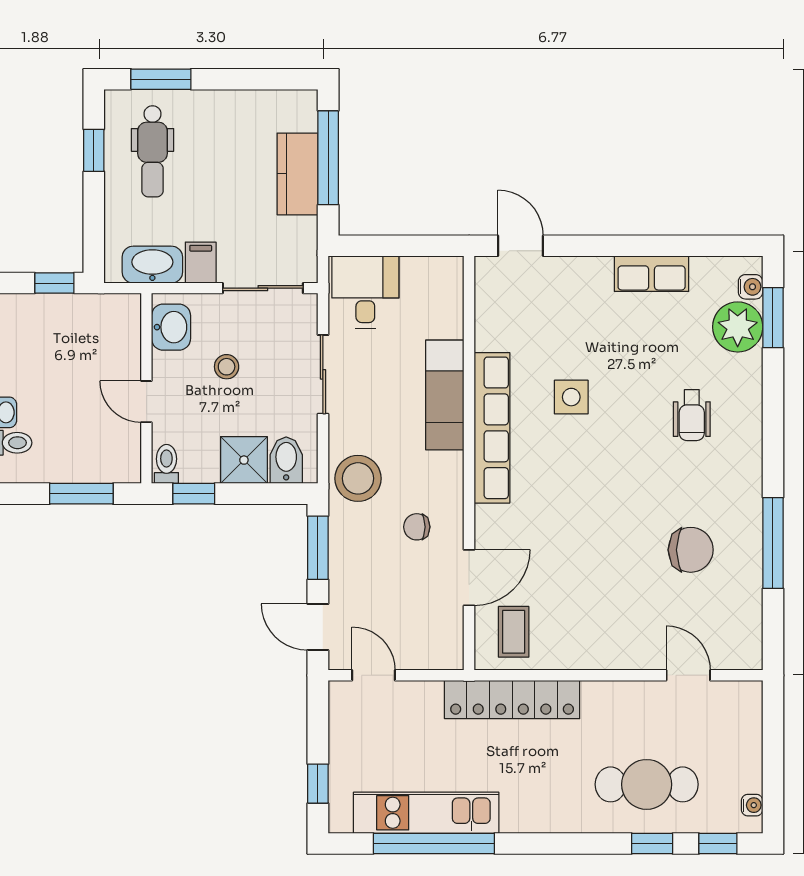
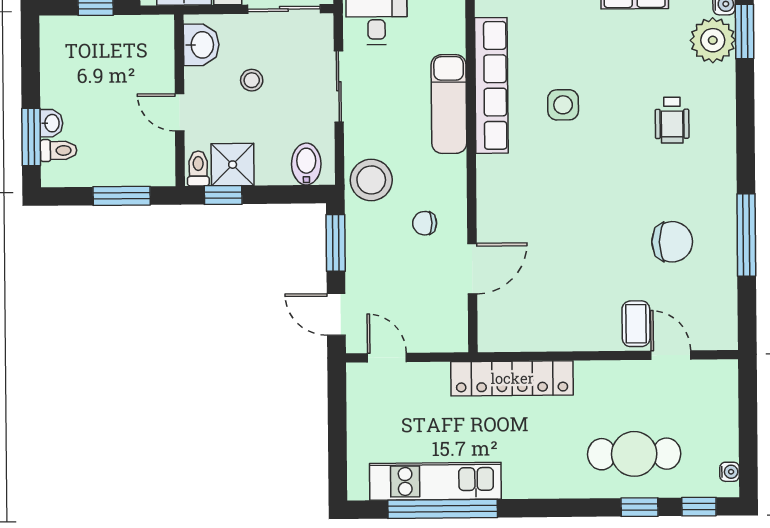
row of seats: (492, 428) -> (491, 85), moved
shower: (244, 460) -> (233, 165), moved
coffee table: (514, 632) -> (636, 324), moved
window: (318, 784) -> (337, 456), removed

